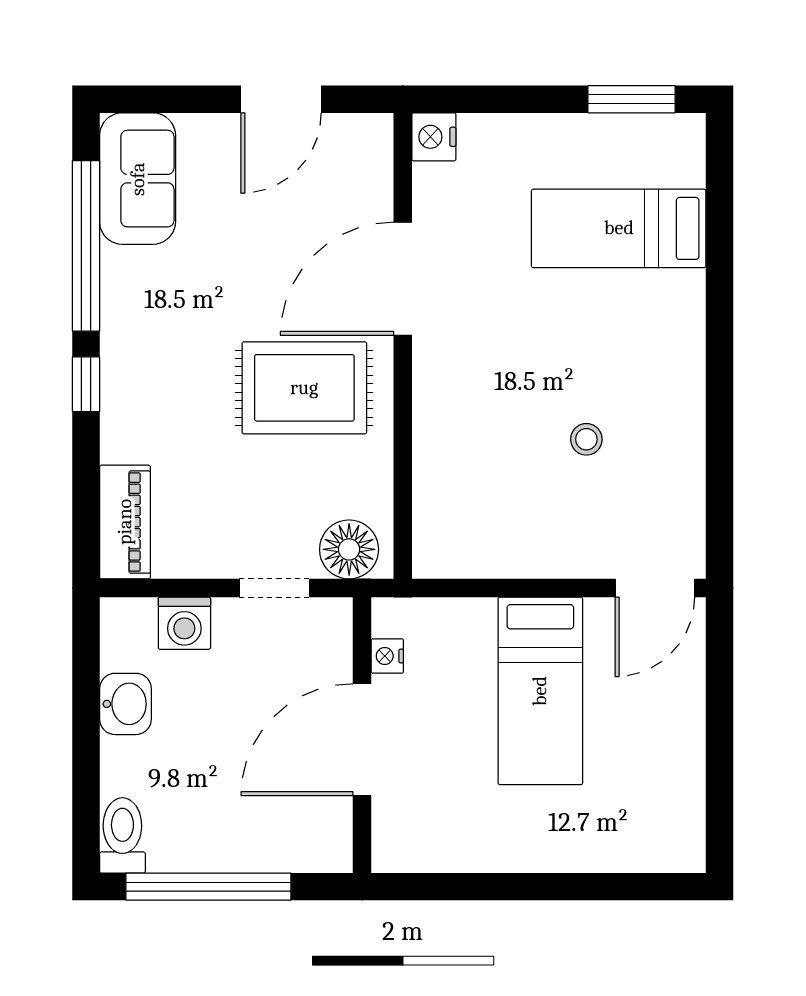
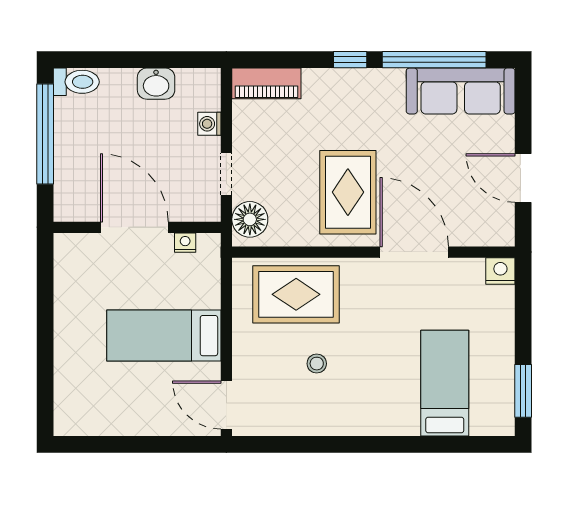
sofa: (138, 179) -> (461, 91), width x1.36
rug: (472, 473) -> (296, 294), added
washing machine: (184, 623) -> (209, 124), width x0.73, depth x0.73

